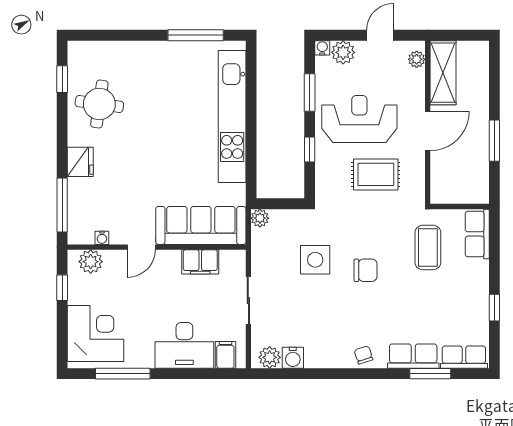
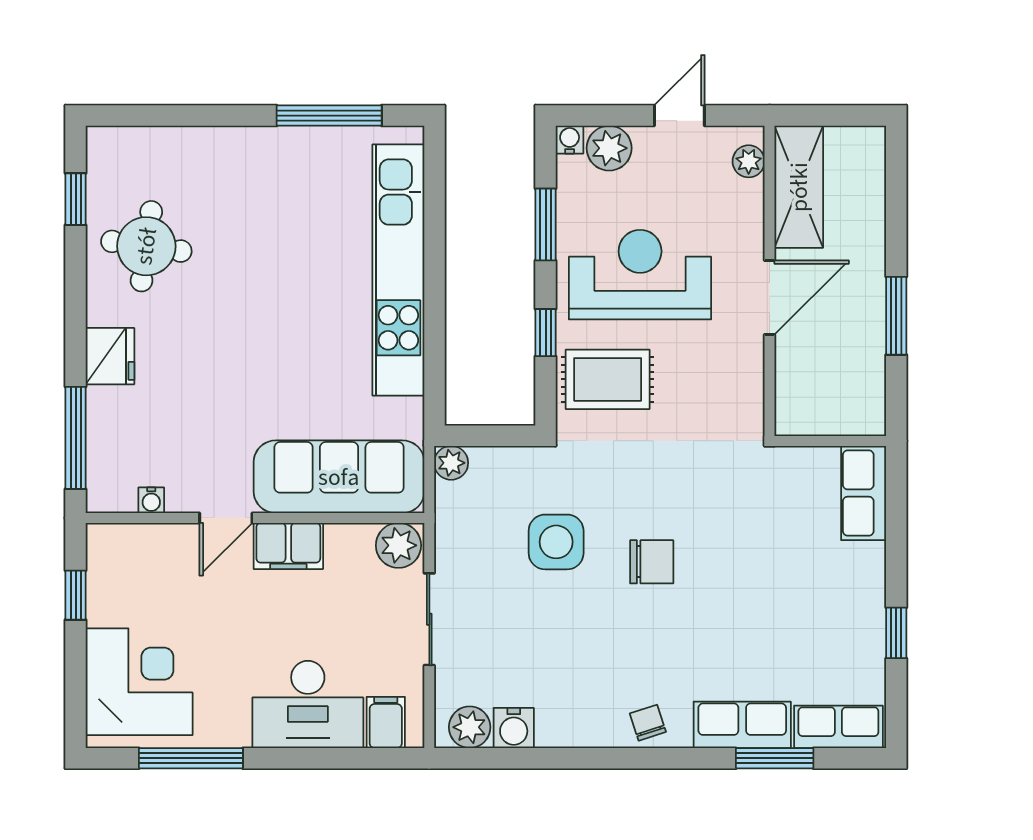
rug: (376, 174) -> (608, 379), moved
coffee table: (428, 247) -> (770, 519), removed
plant: (91, 262) -> (398, 545), moved
filing cabinet: (200, 262) -> (288, 546), moved

